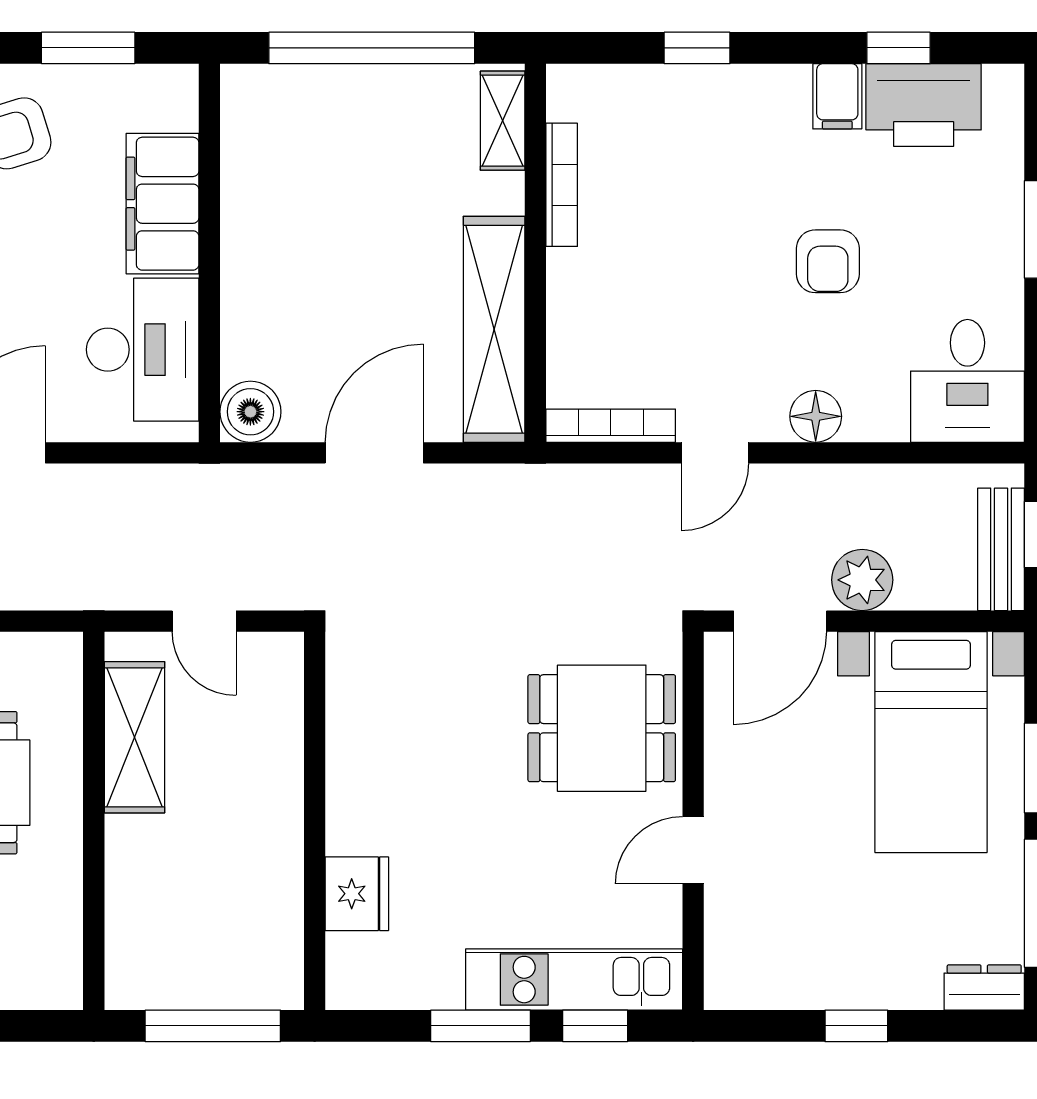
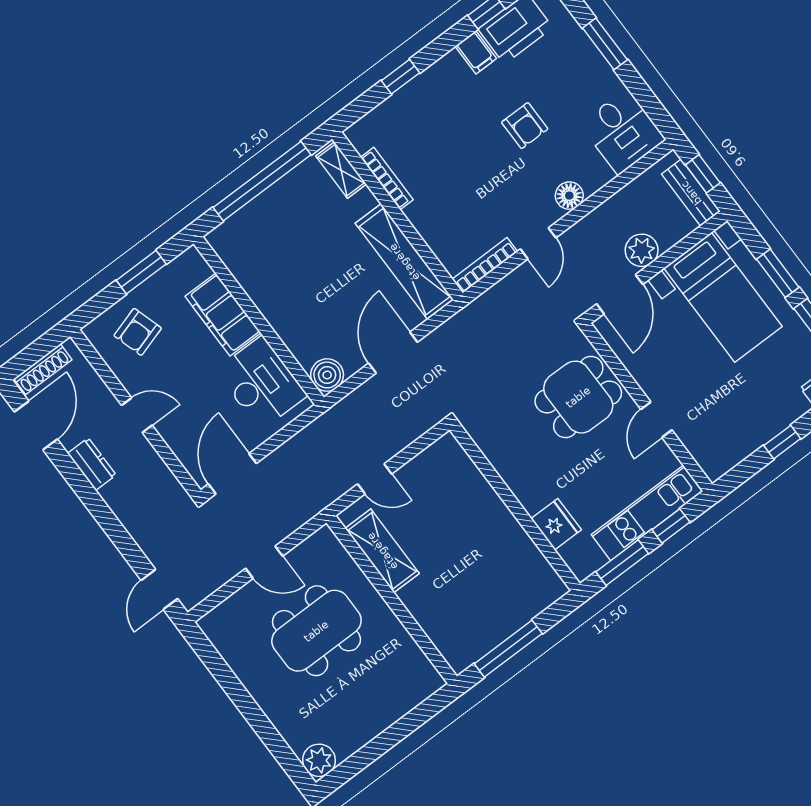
wall: (315, 821) -> (515, 507), moved
fridge: (357, 894) -> (556, 524), moved

